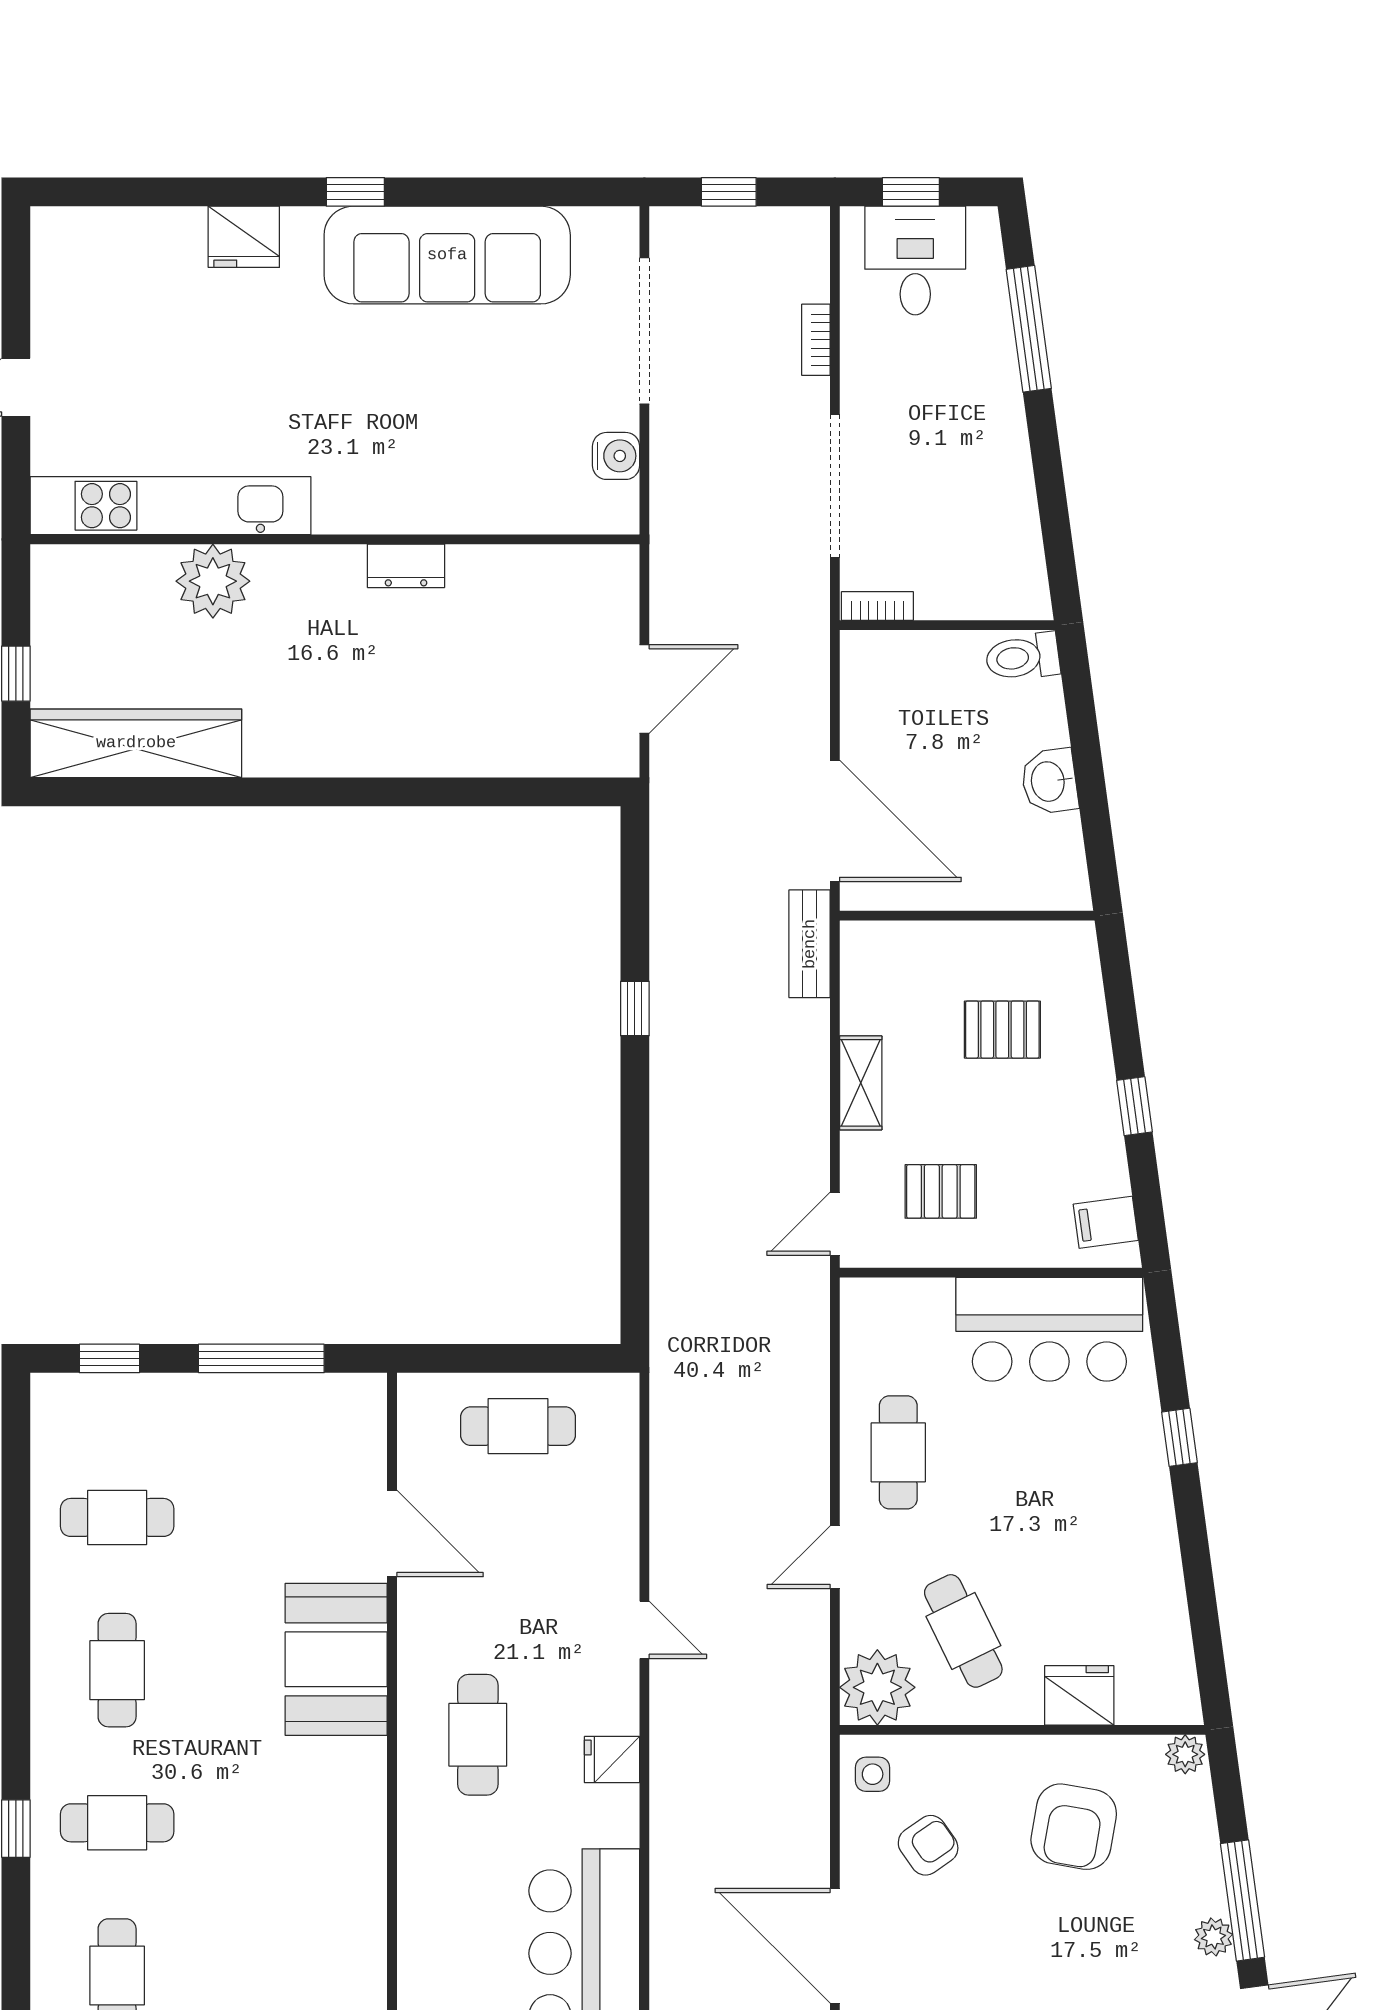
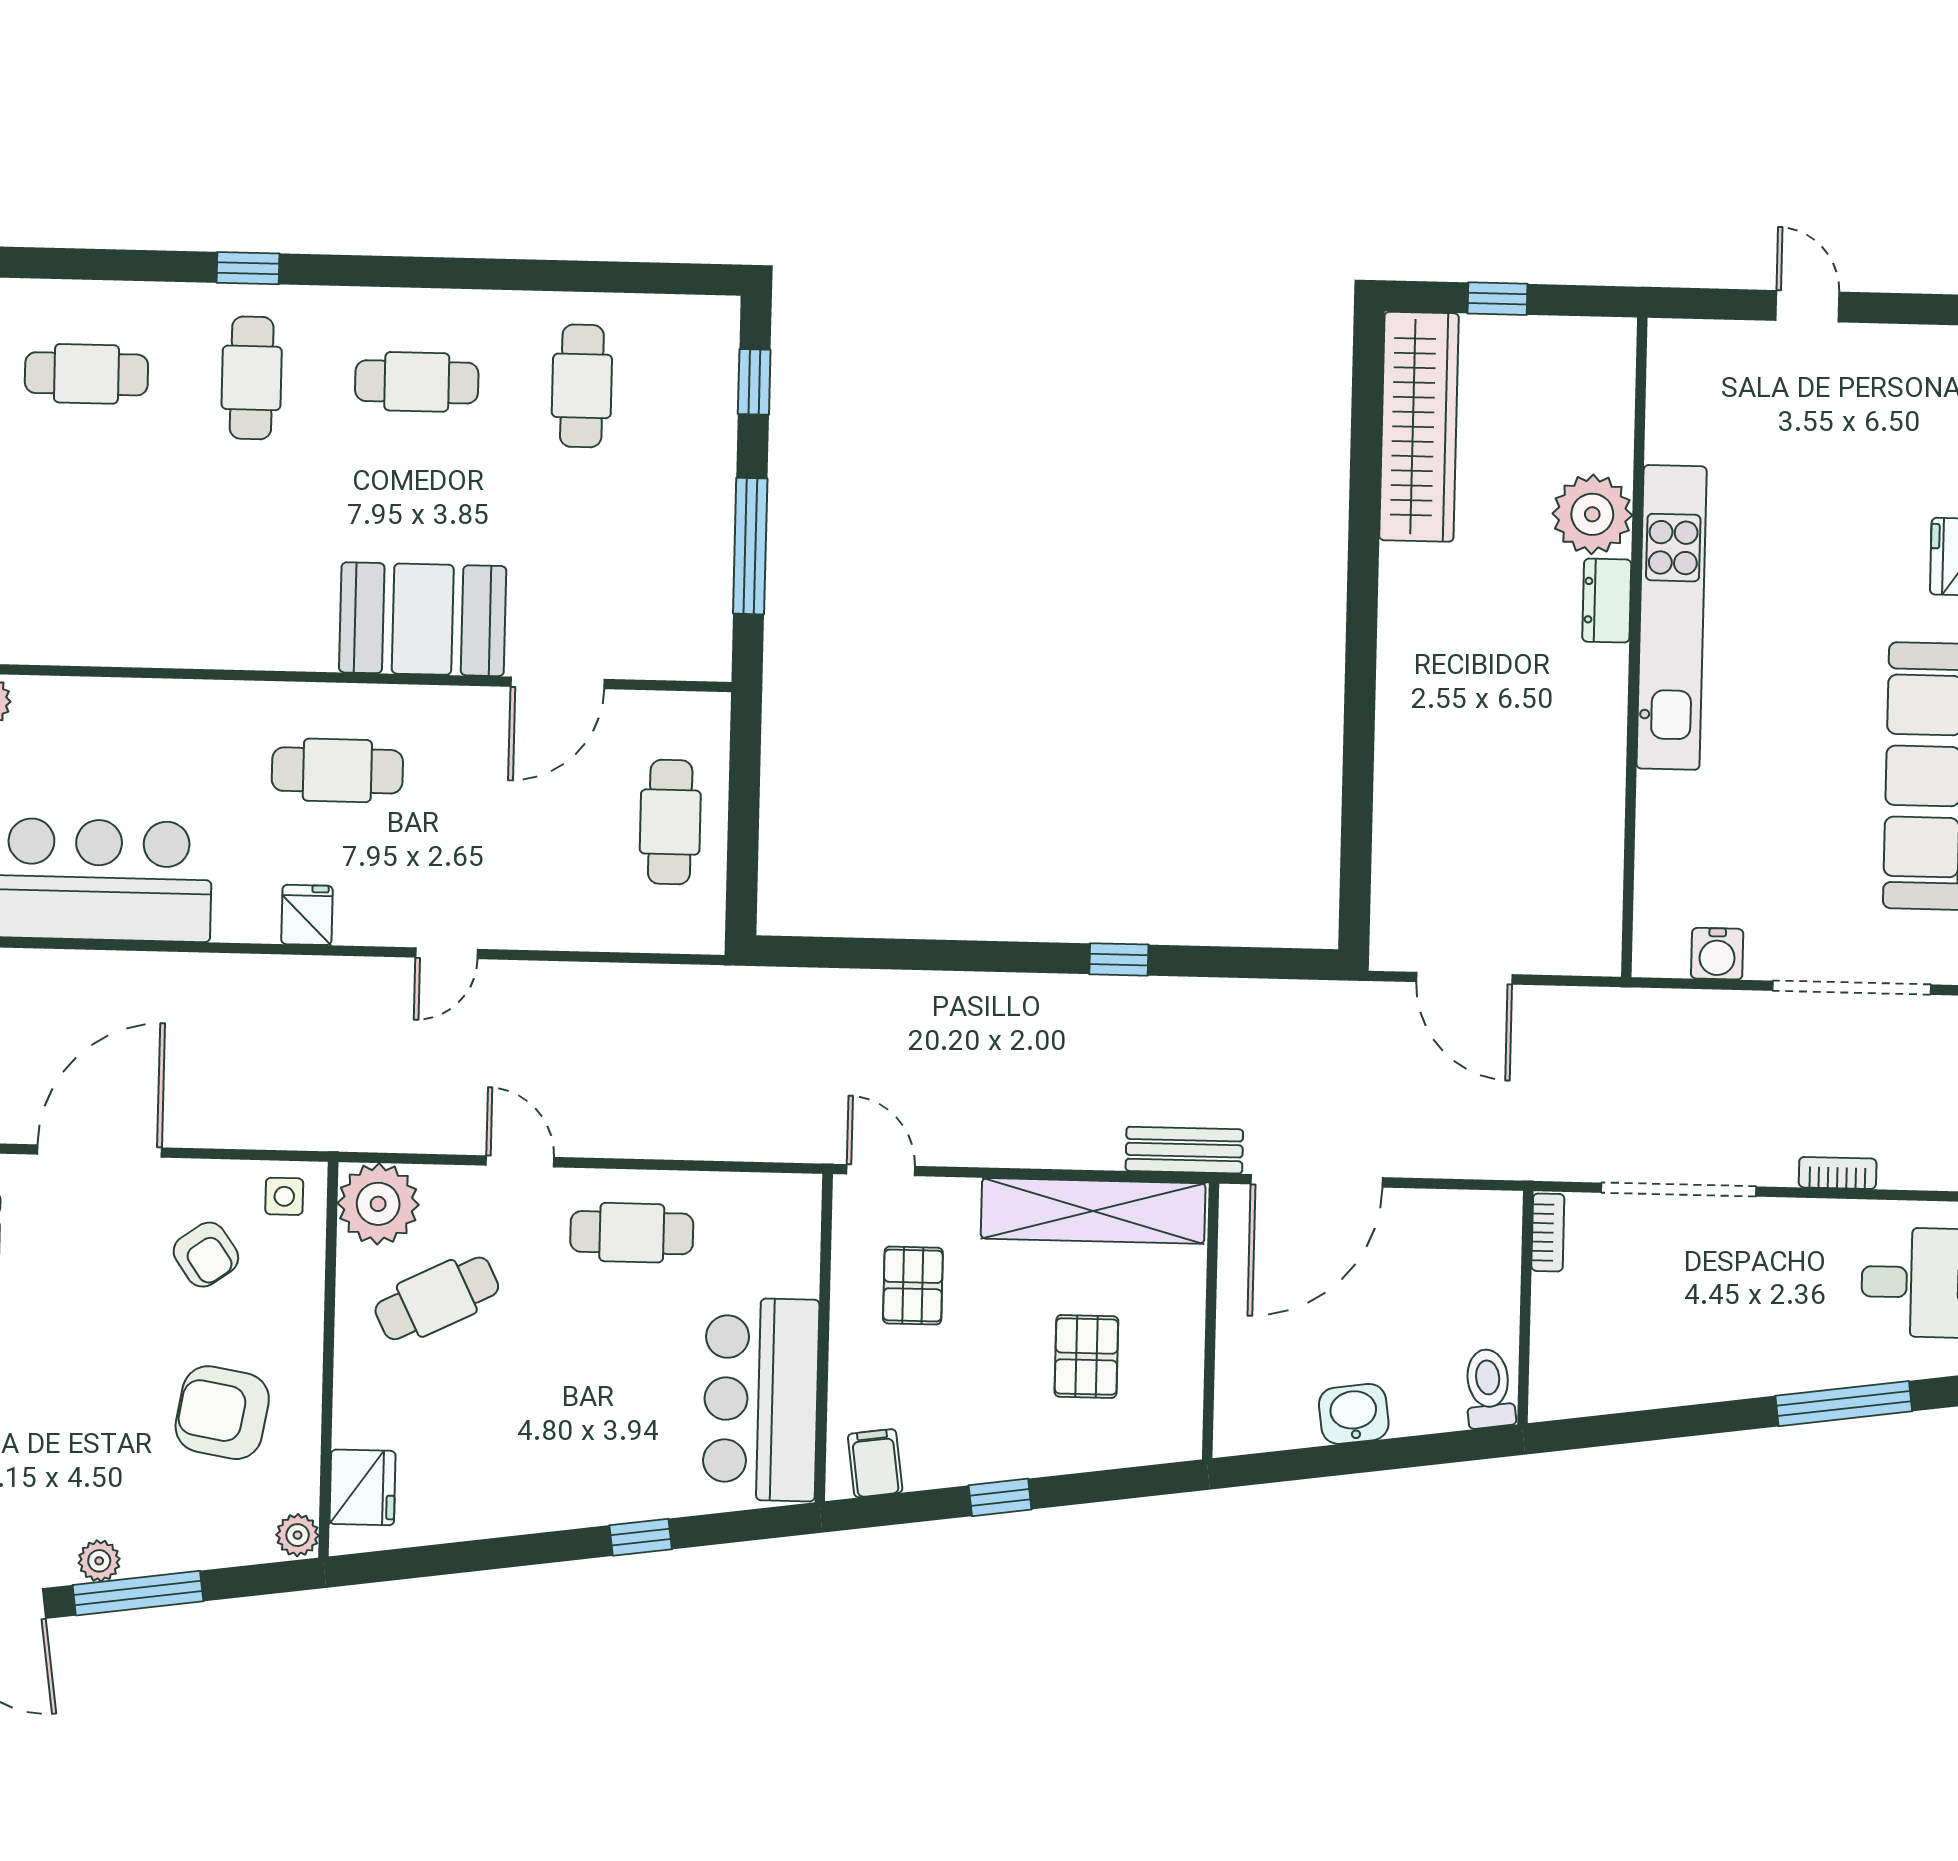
kitchen unit: (171, 506) -> (1672, 617), moved
dresser: (406, 566) -> (1607, 601), moved
shelving: (861, 1083) -> (1093, 1211), width x2.20, depth x1.33
fridge: (1079, 1695) -> (363, 1487), moved

